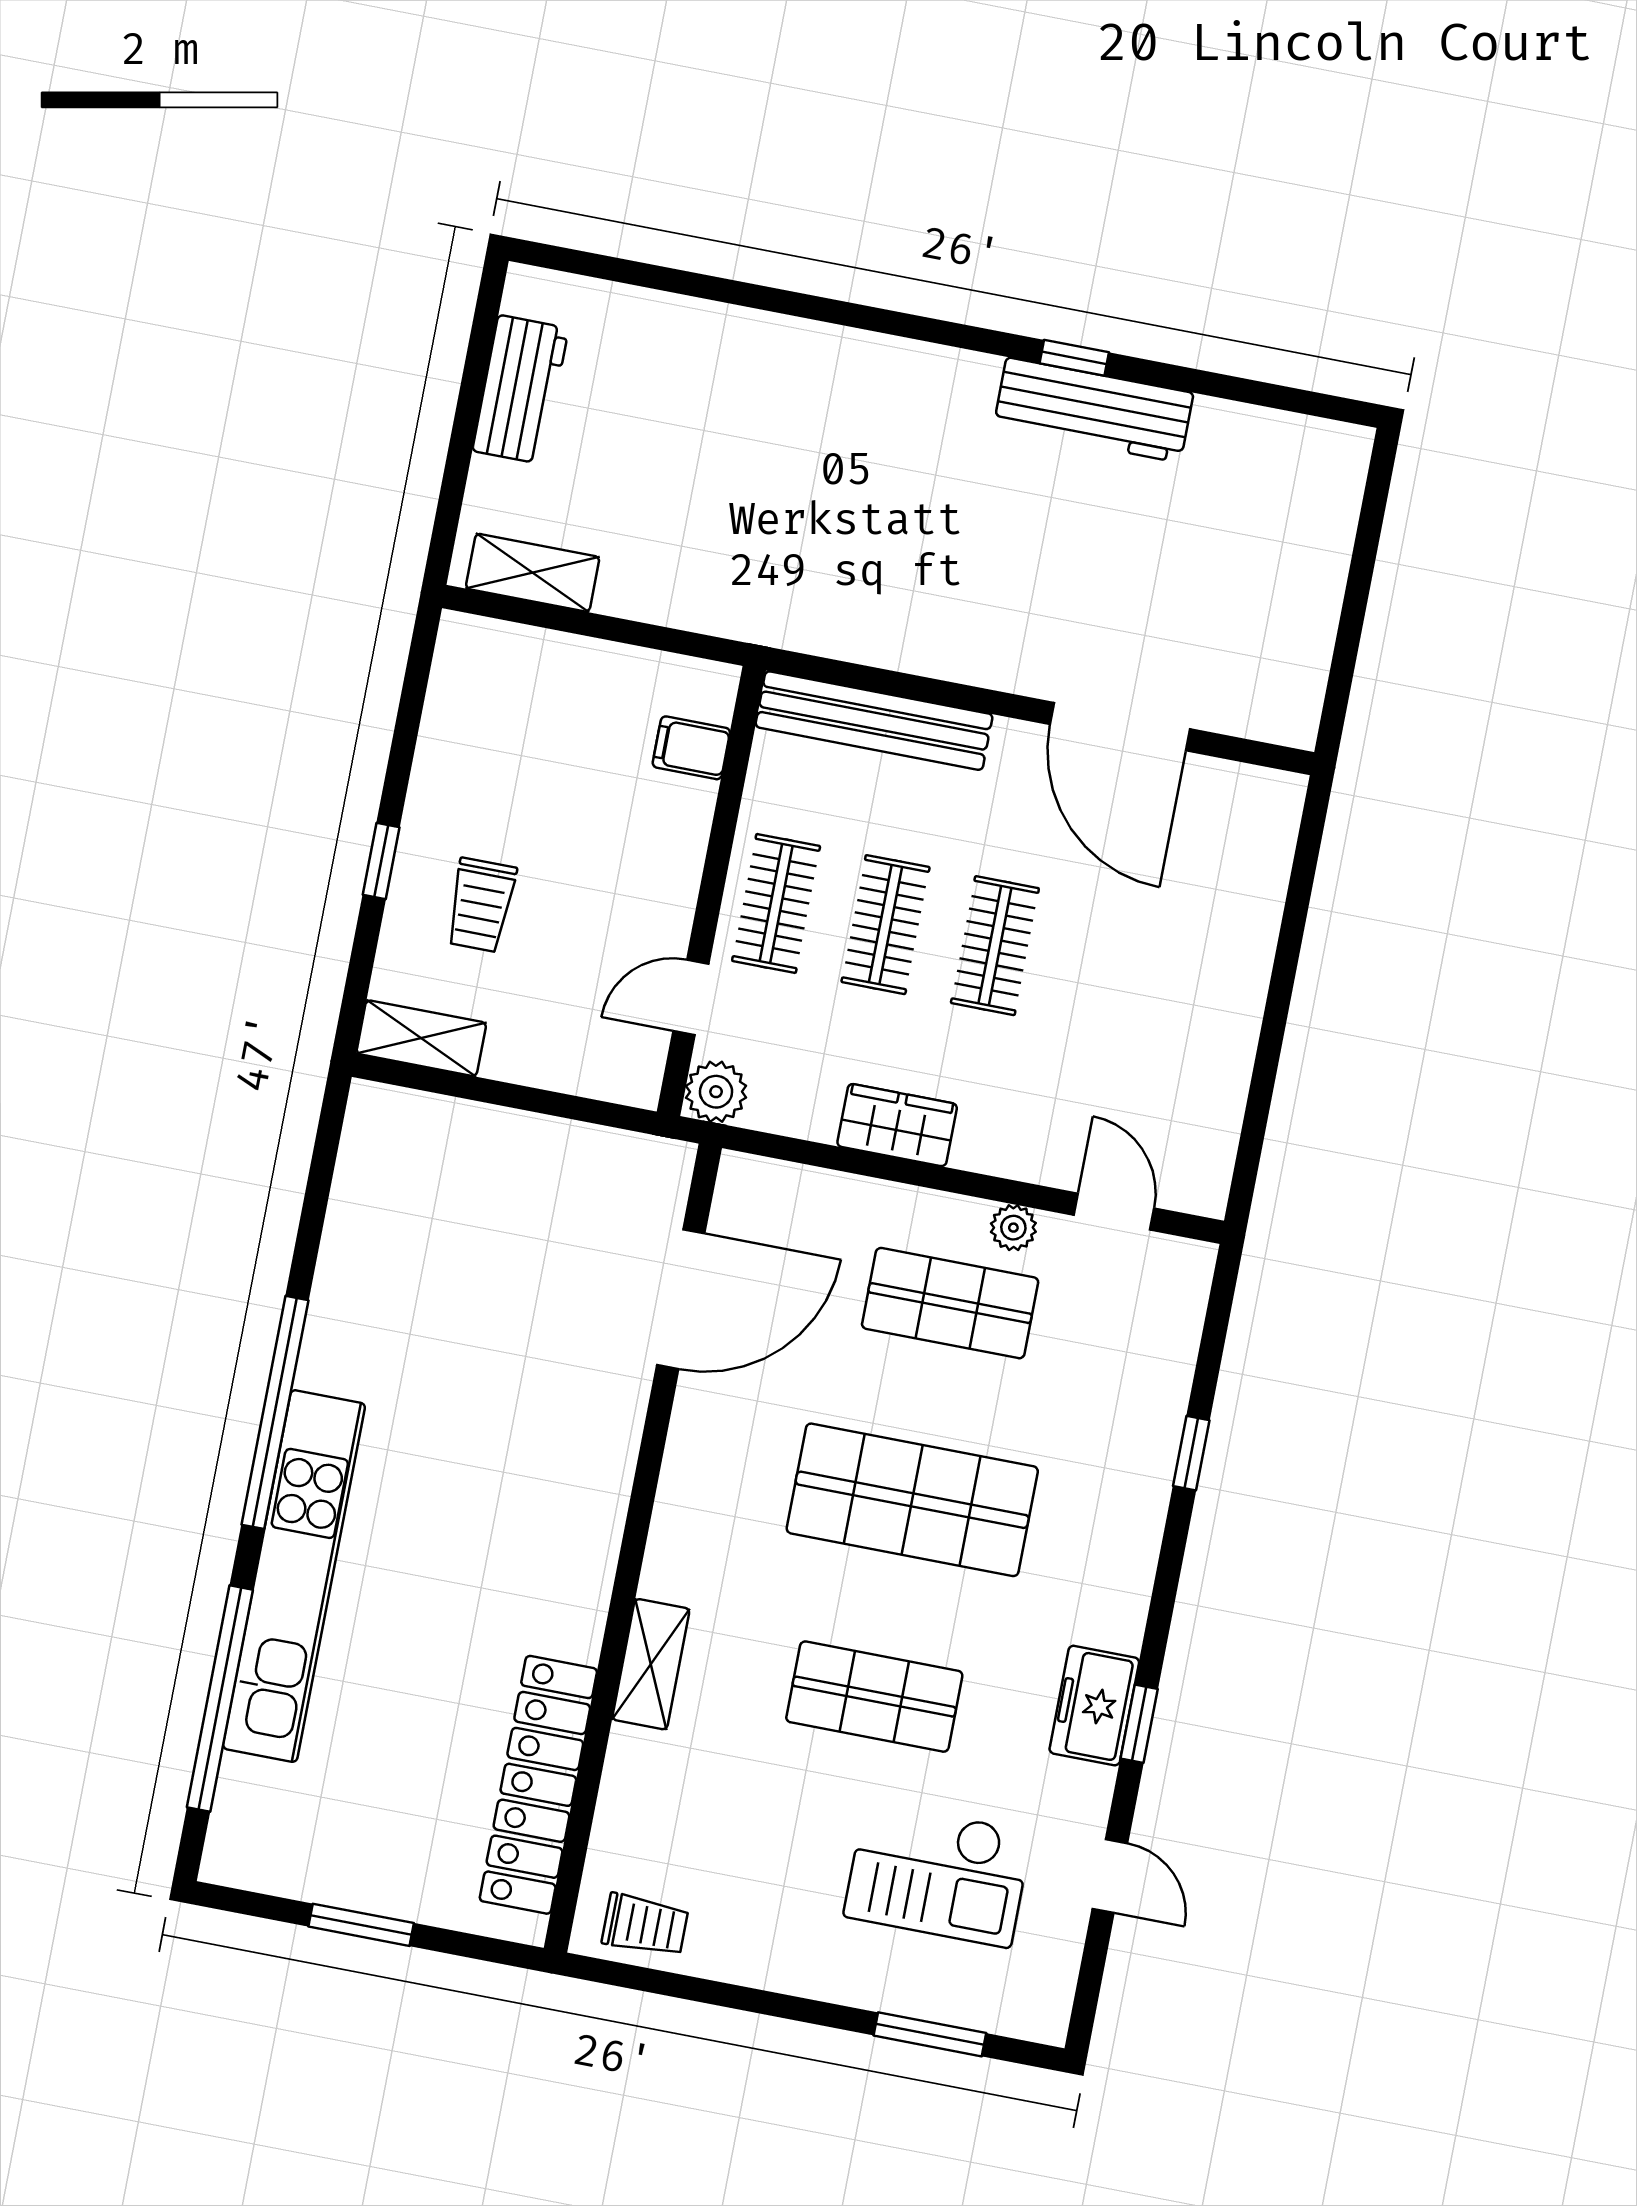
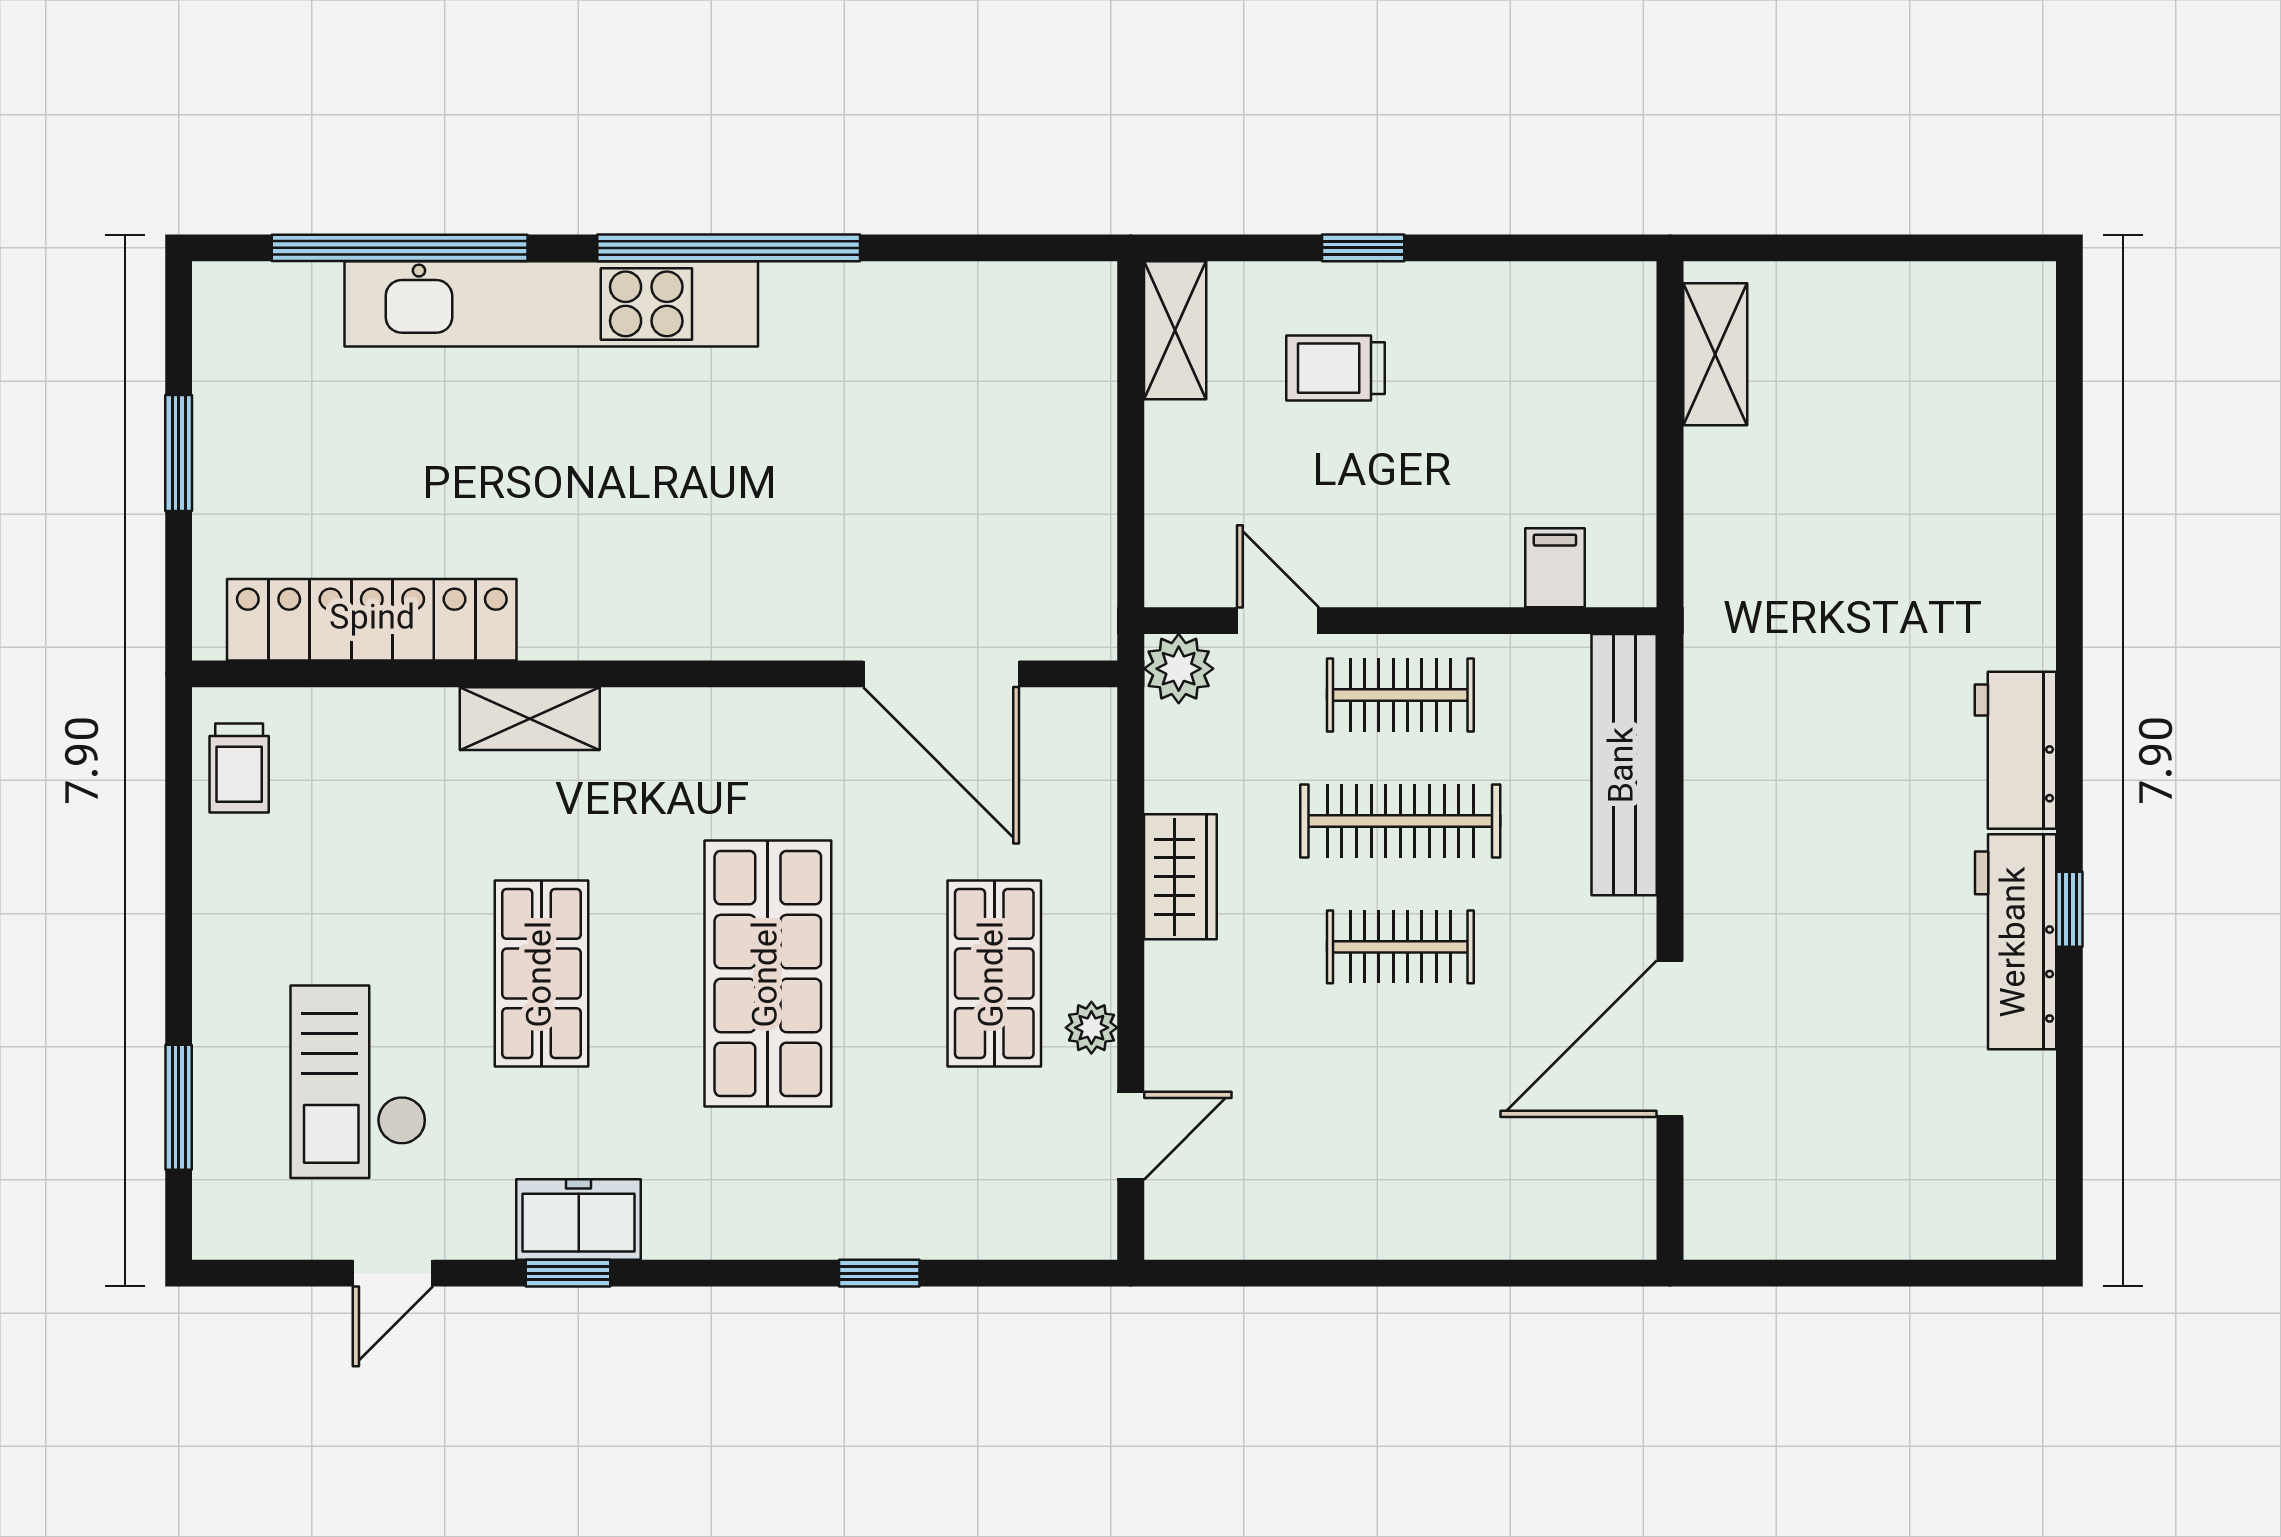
workbench: (520, 390) -> (2015, 750), moved, turned 90
clothes rail: (886, 925) -> (1400, 821), width x1.36

